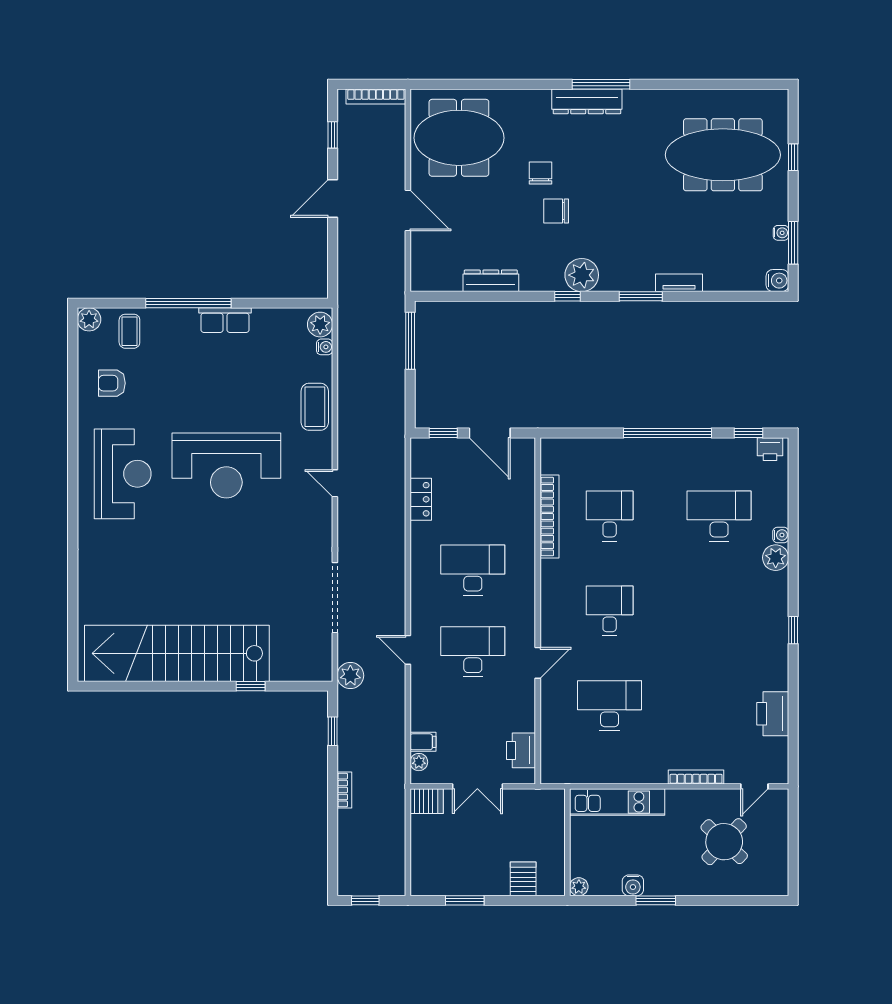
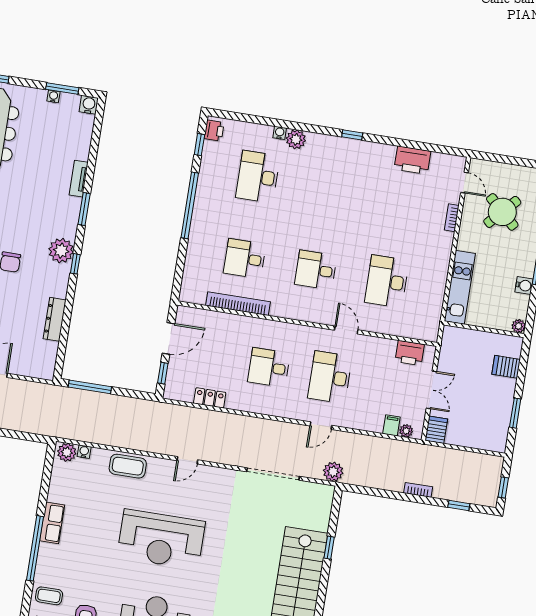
reception desk: (226, 465) -> (161, 539), turned 90
desk: (473, 570) -> (269, 367), width x0.73
window: (333, 731) -> (459, 505), moved
bookcase: (696, 777) -> (452, 218), width x0.64

